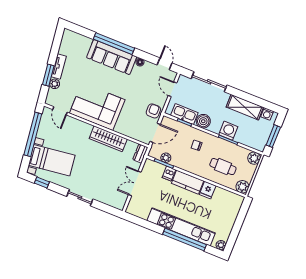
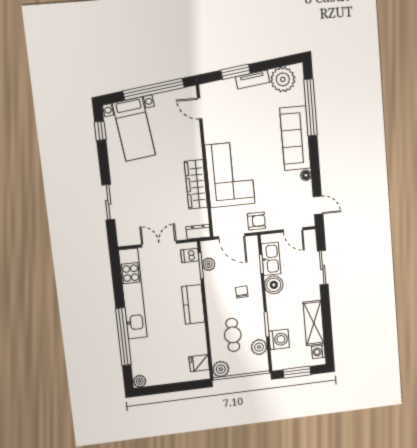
window: (114, 44) -> (311, 107), moved
door: (165, 64) -> (318, 205), hinge flipped
sliding door: (209, 82) -> (323, 267), width x0.73
plant: (55, 84) -> (283, 79), moved, width x1.88, depth x1.88
door: (172, 89) -> (293, 230), swing flipped
corner sofa: (97, 107) -> (230, 174), moved
door: (60, 111) -> (200, 108), hinge flipped
washing machine: (228, 131) -> (279, 339), moved
plant: (254, 158) -> (259, 347), moved
dishwasher: (169, 174) -> (190, 255), moved
fridge: (208, 190) -> (199, 363), moved
sliding door: (80, 198) -> (108, 202), moved
kitchen unit: (181, 227) -> (133, 294), moved

